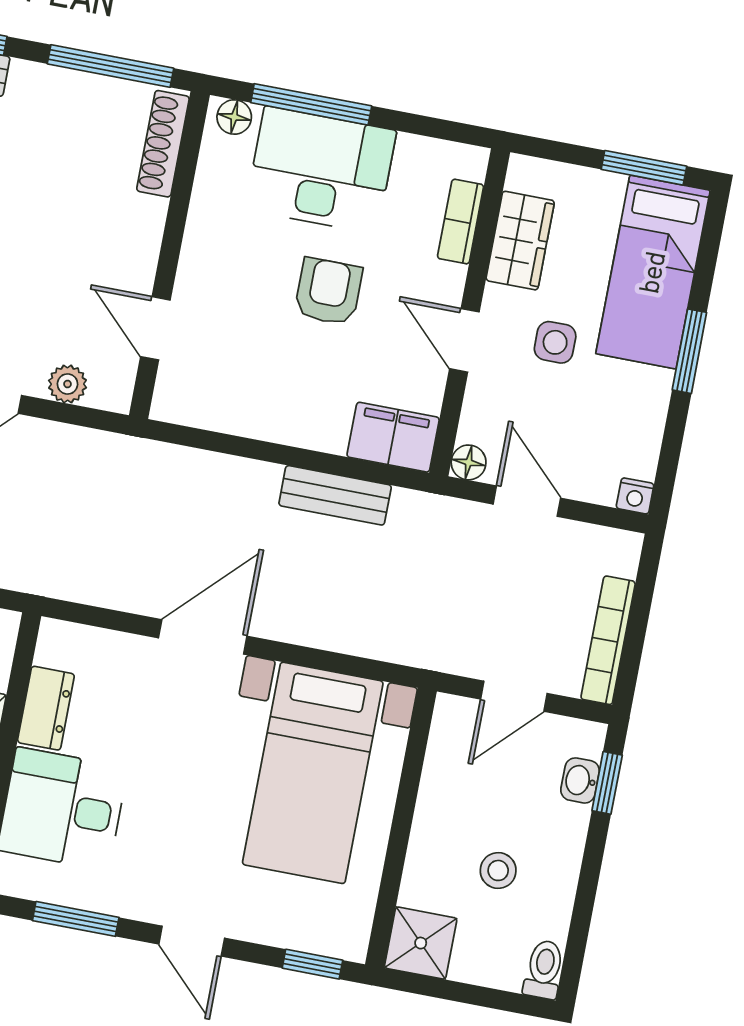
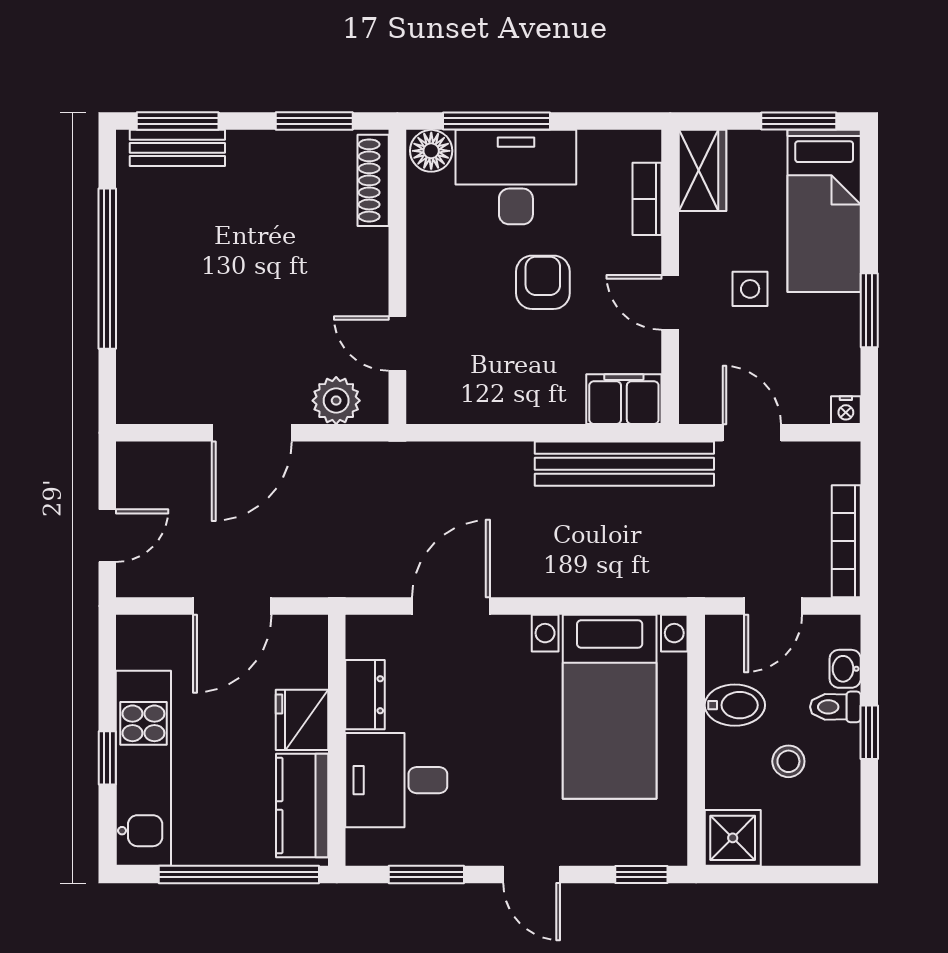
window: (110, 66) -> (314, 121), width x0.69
floor lamp: (234, 117) -> (431, 151), width x1.37, depth x1.37
wardrobe: (520, 241) -> (702, 170), moved
window: (689, 351) -> (869, 310), moved
plant: (67, 384) -> (336, 401), width x1.38, depth x1.38
floor lamp: (469, 462) -> (694, 409), removed
bench: (335, 495) -> (624, 464), width x1.86, depth x1.21
door: (203, 637) -> (451, 606), moved
window: (607, 783) -> (869, 732), moved
bidet: (451, 797) -> (735, 705), added
toilet: (544, 969) -> (835, 707), moved, turned -90

